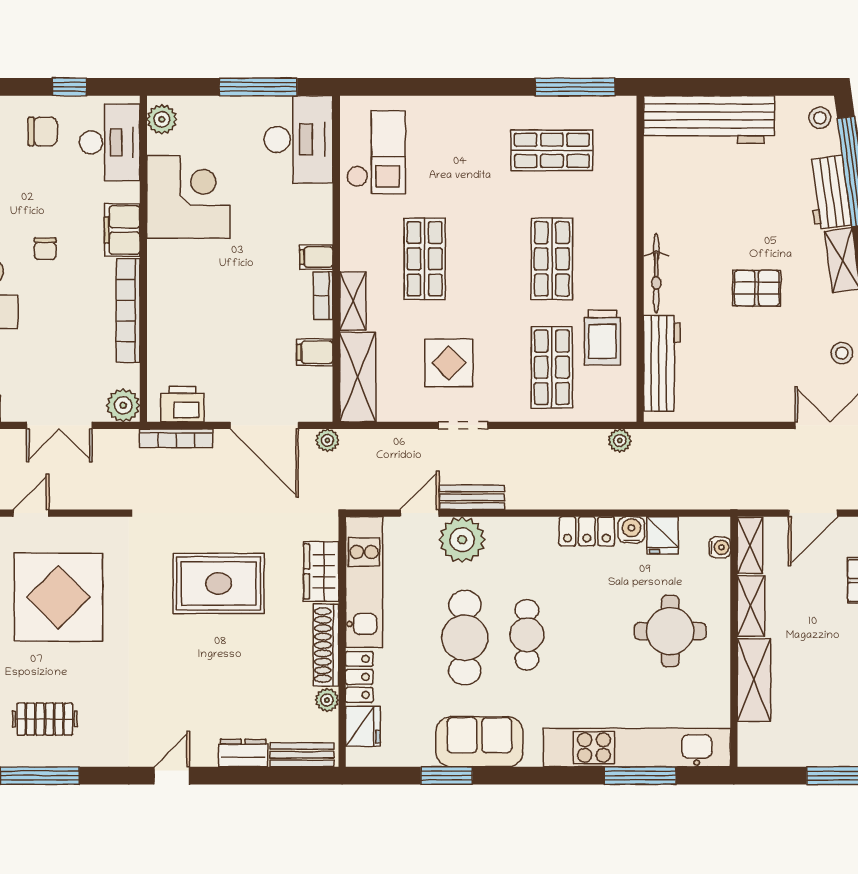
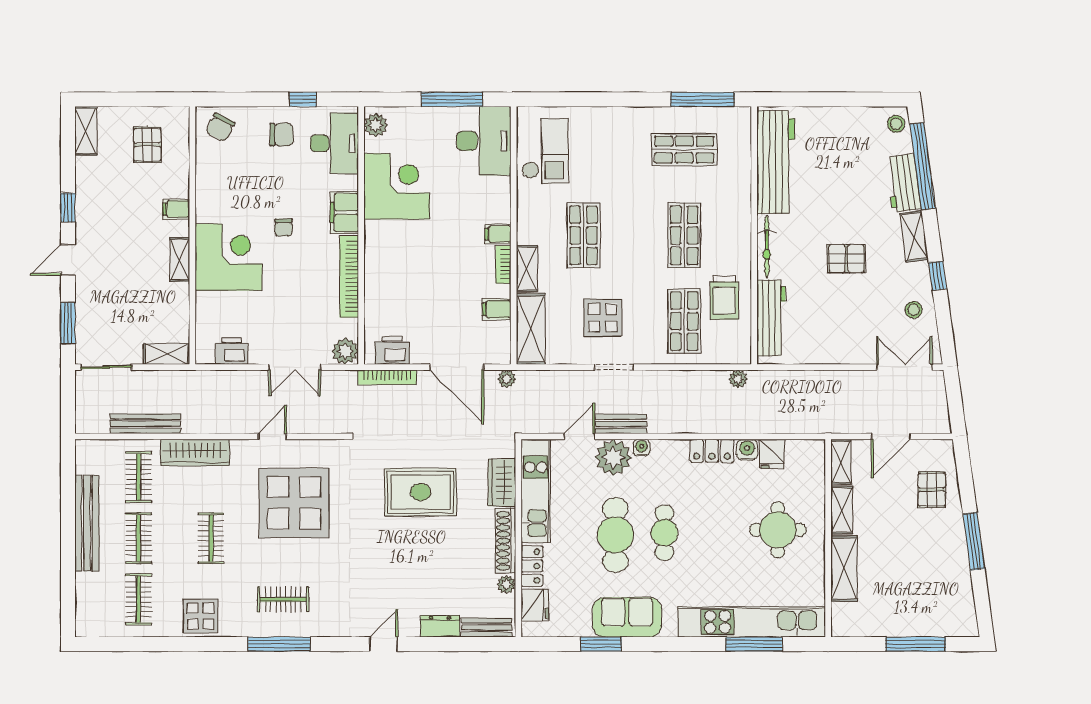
workbench: (709, 120) -> (776, 162), moved, turned -90
water cooler: (720, 547) -> (642, 448), moved, turned -90

